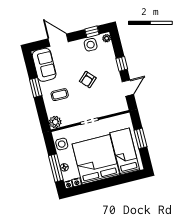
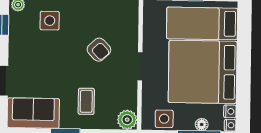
side table: (91, 45) -> (50, 21), moved
armchair: (88, 80) -> (99, 50), moved

